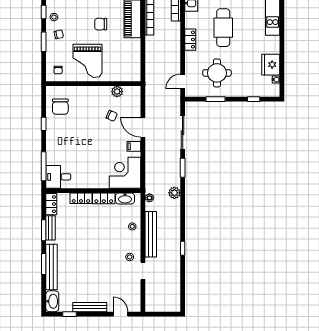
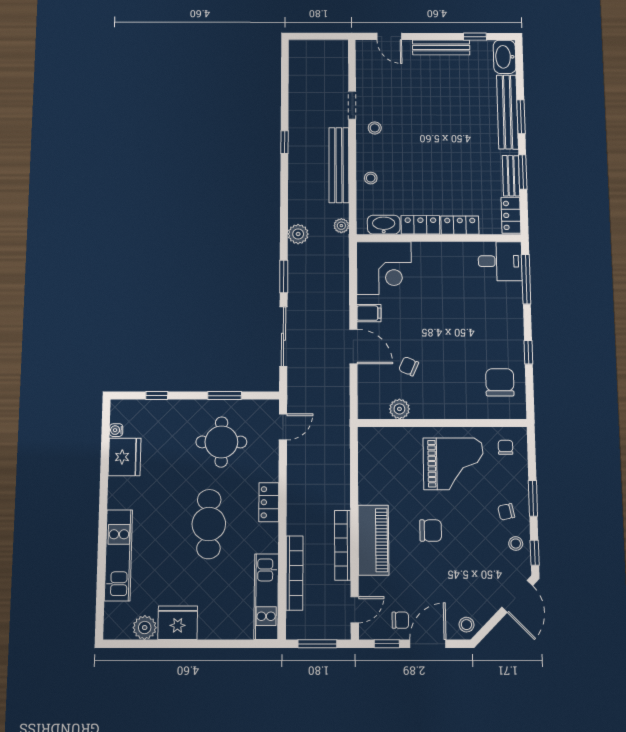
grand piano: (87, 61) -> (453, 464), turned 90

